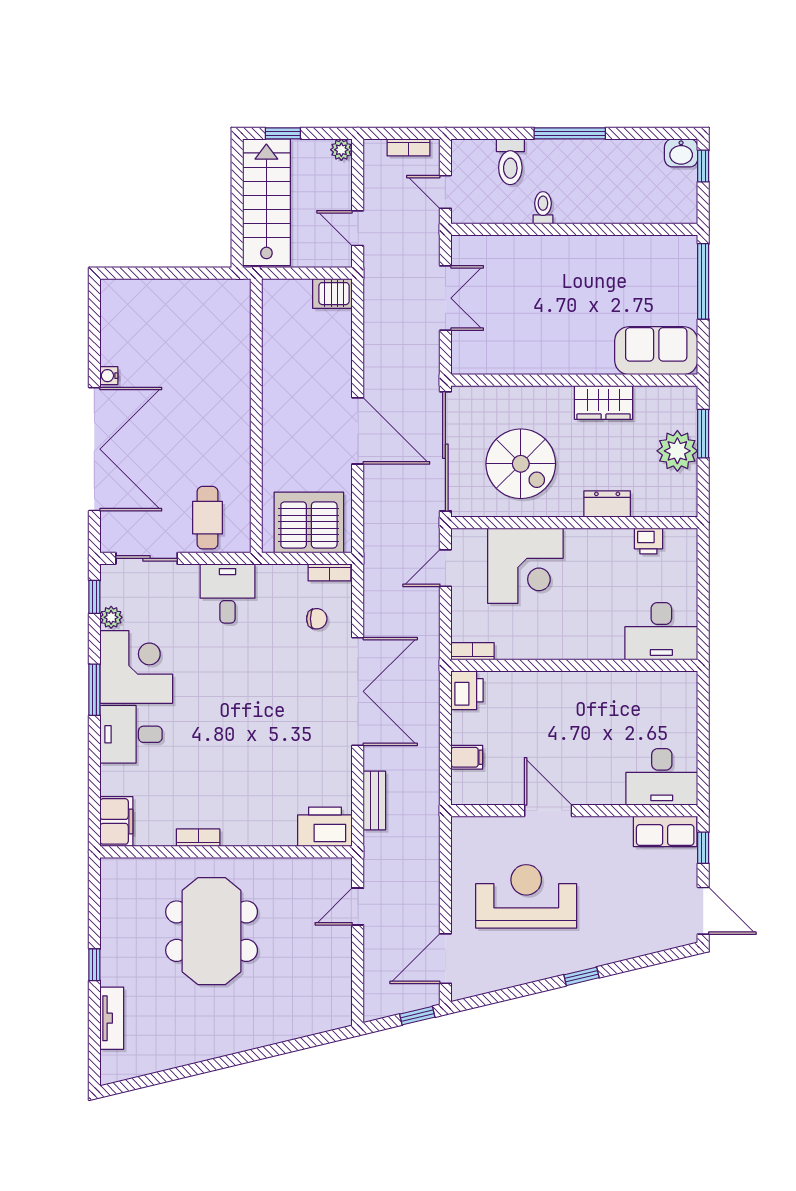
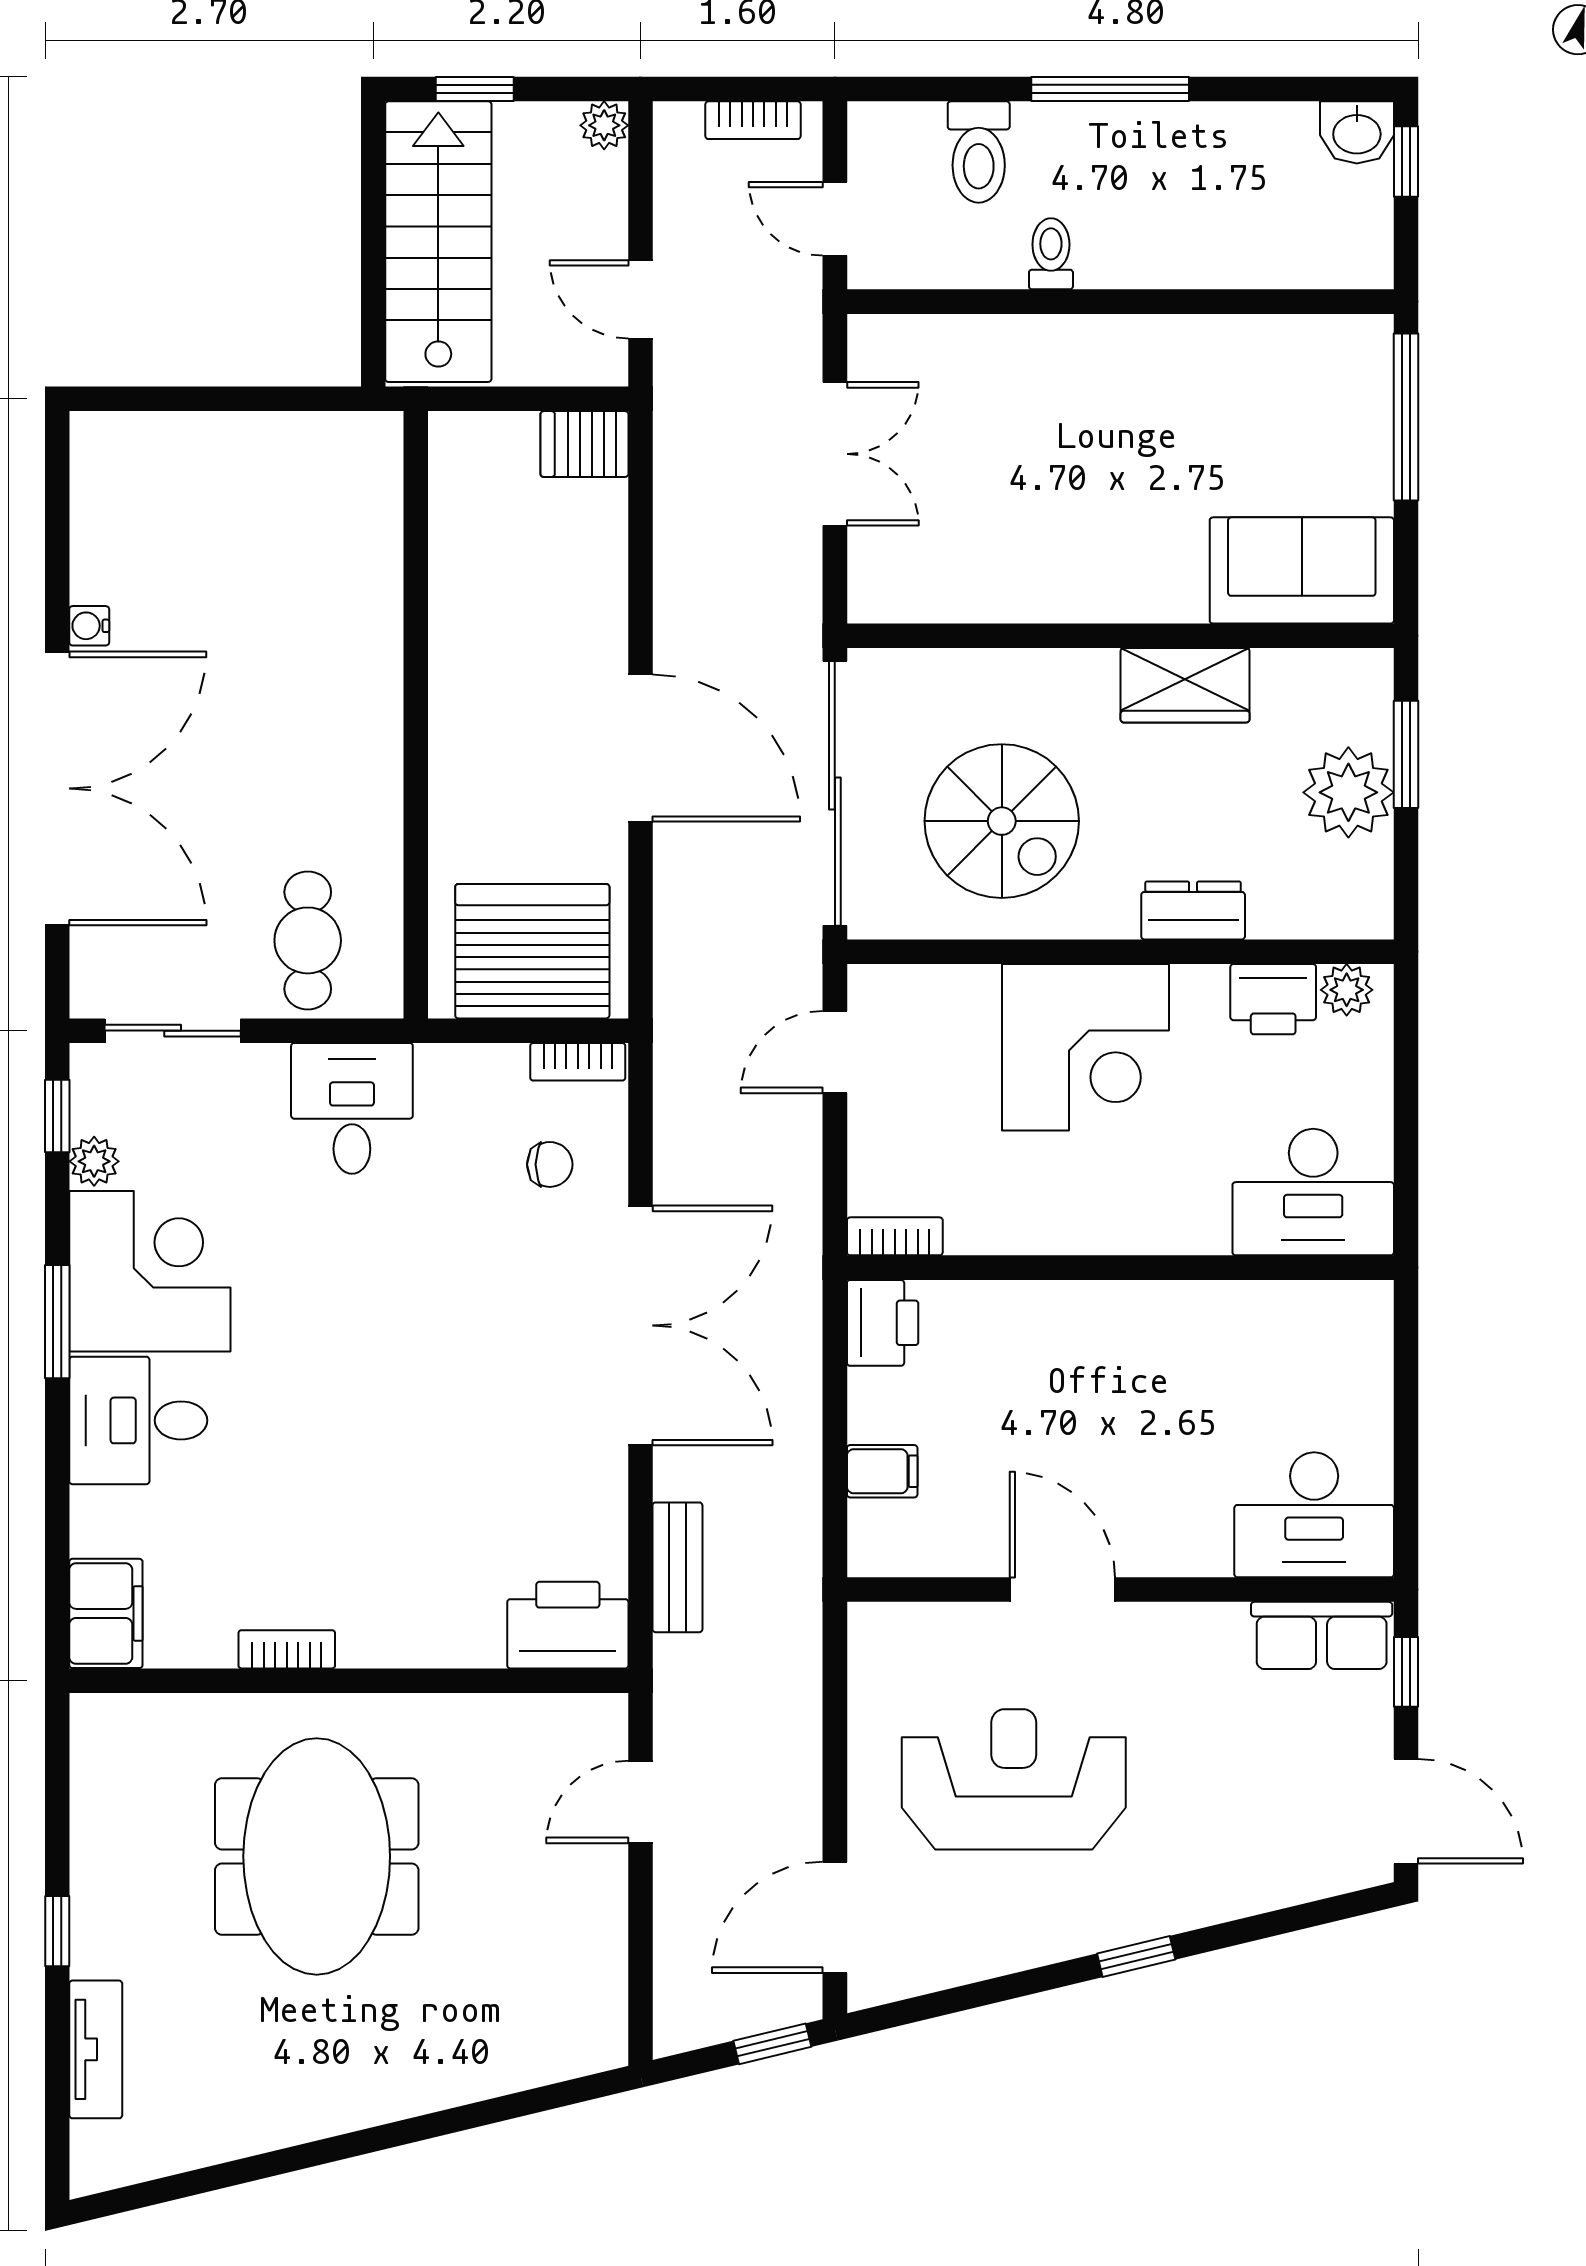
plant: (676, 540) -> (1347, 990), added
printer: (648, 541) -> (1273, 999), width x1.36, depth x1.24
corner desk: (525, 566) -> (1086, 1047), moved

